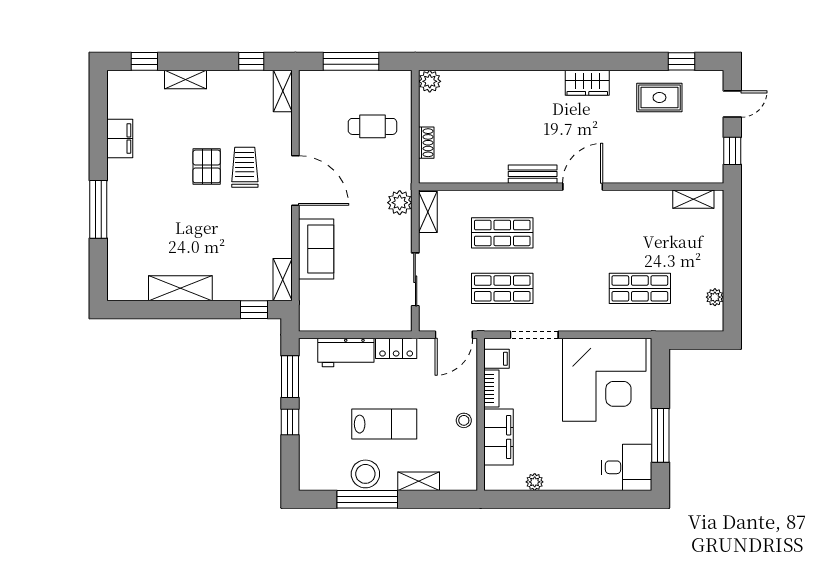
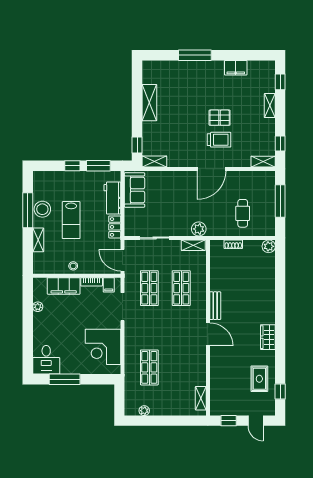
sofa: (316, 249) -> (135, 190), moved, turned -90
corner desk: (604, 380) -> (103, 347), width x0.74, depth x0.74

